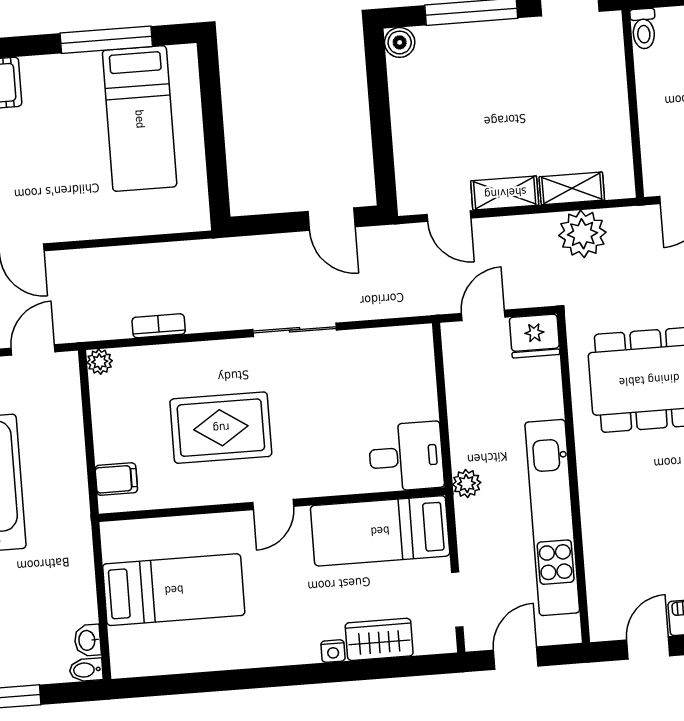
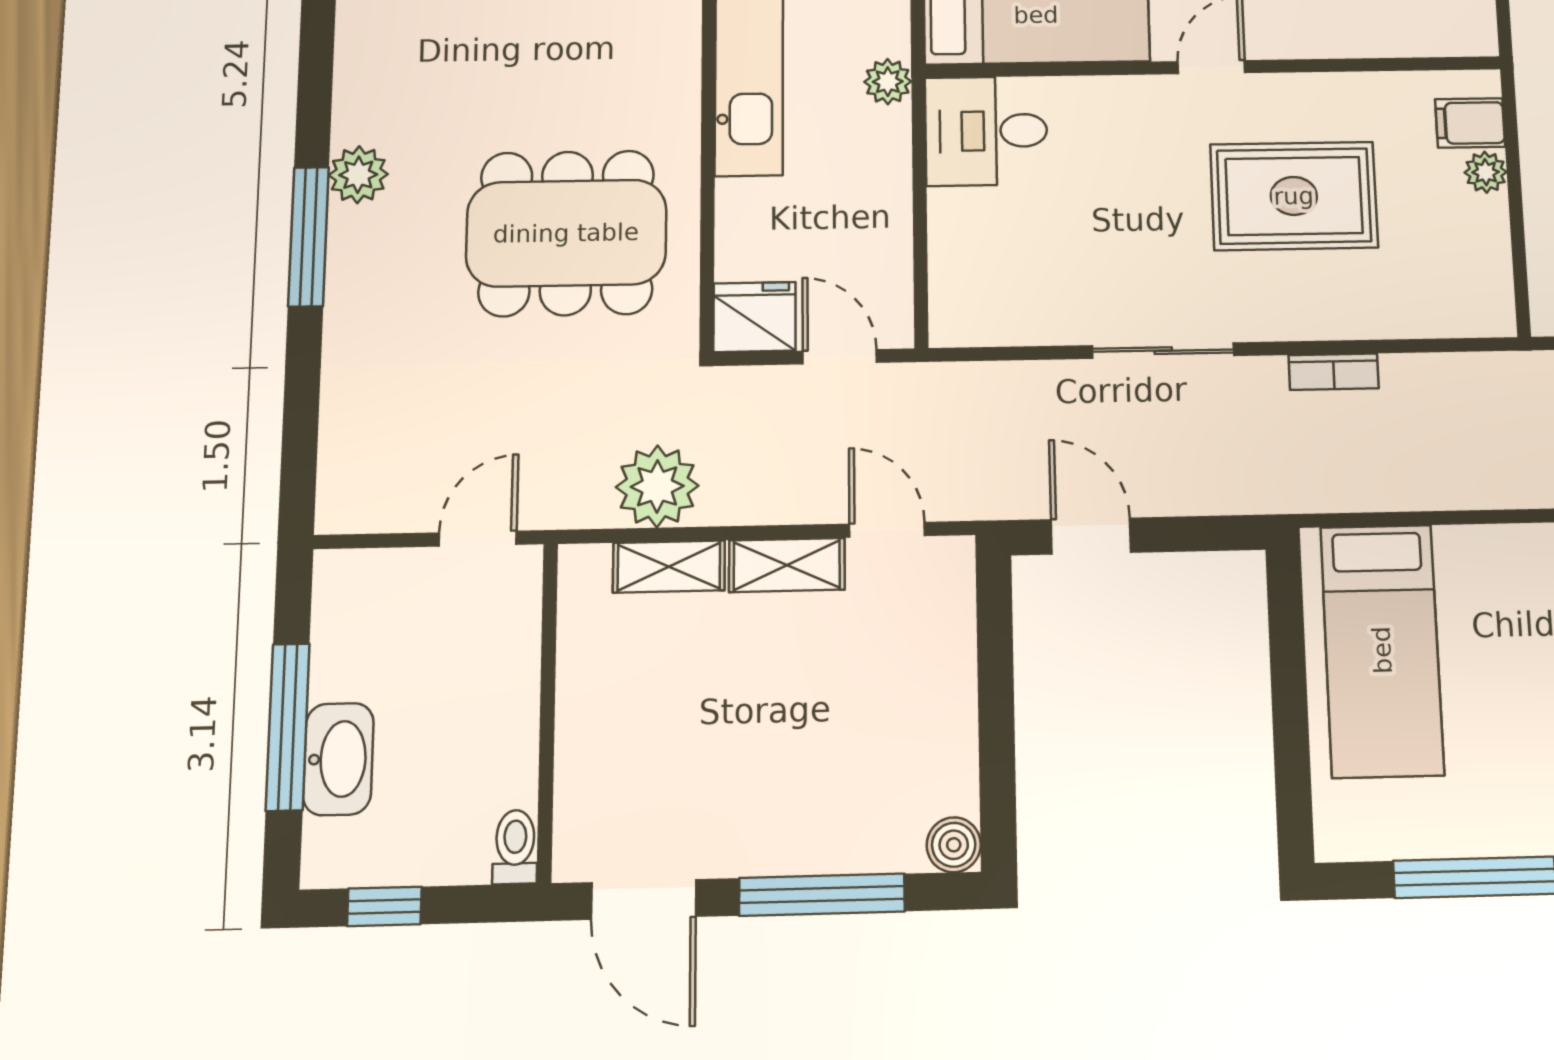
bed: (140, 119) -> (1382, 650), moved, turned 180
door: (483, 315) -> (840, 357), swing flipped
bookcase: (159, 326) -> (1334, 372), moved
plant: (100, 362) -> (1486, 172), moved

